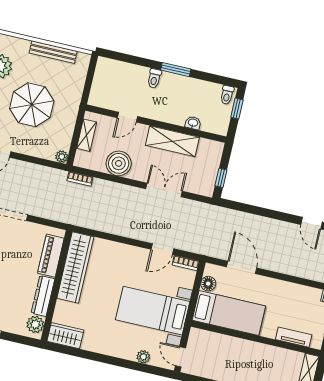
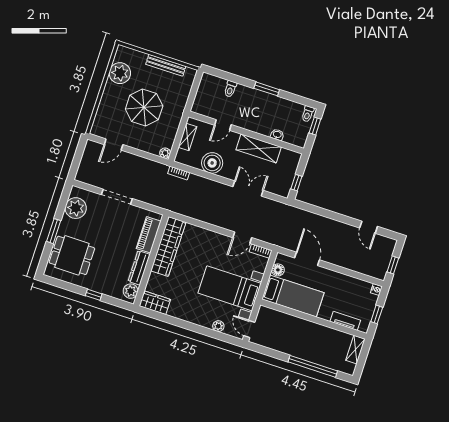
toilet: (154, 78) -> (230, 89), moved

